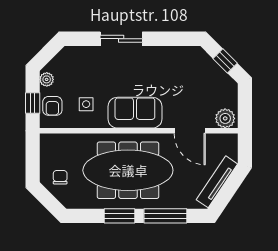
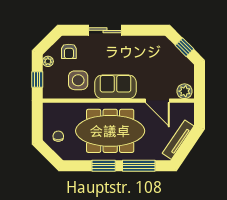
side table: (86, 104) -> (78, 80), width x1.87, depth x1.87
armchair: (52, 106) -> (69, 51), moved

